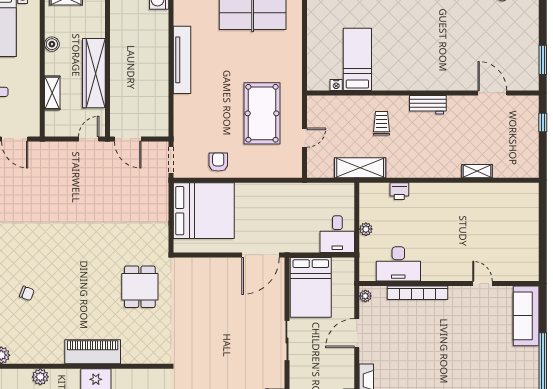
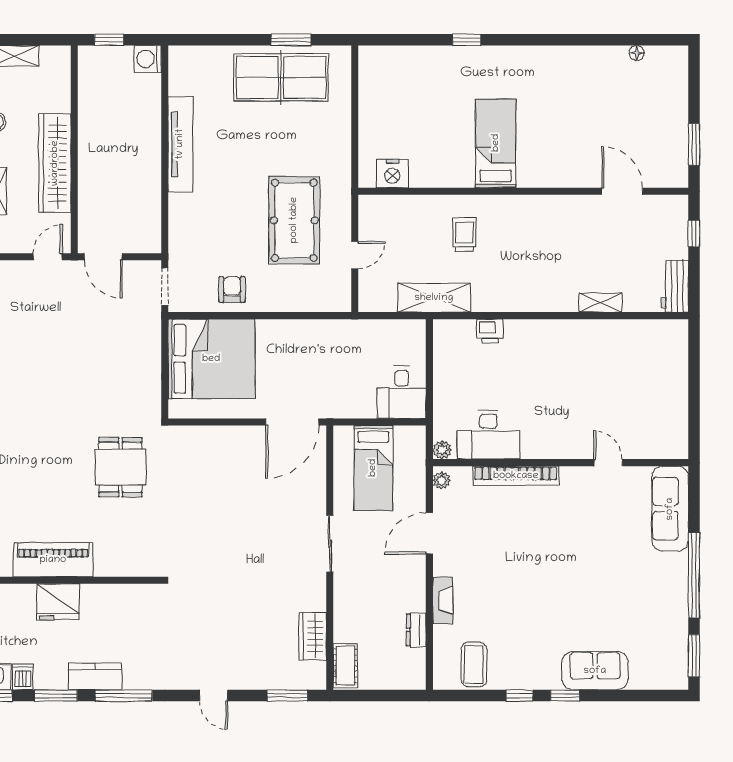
bed: (357, 59) -> (496, 143), moved
nightstand: (336, 85) -> (392, 174), width x1.89, depth x1.79
workbench: (428, 105) -> (675, 286), moved, turned 90
plant: (366, 229) -> (442, 450), moved
bed: (311, 287) -> (373, 468), width x0.67

